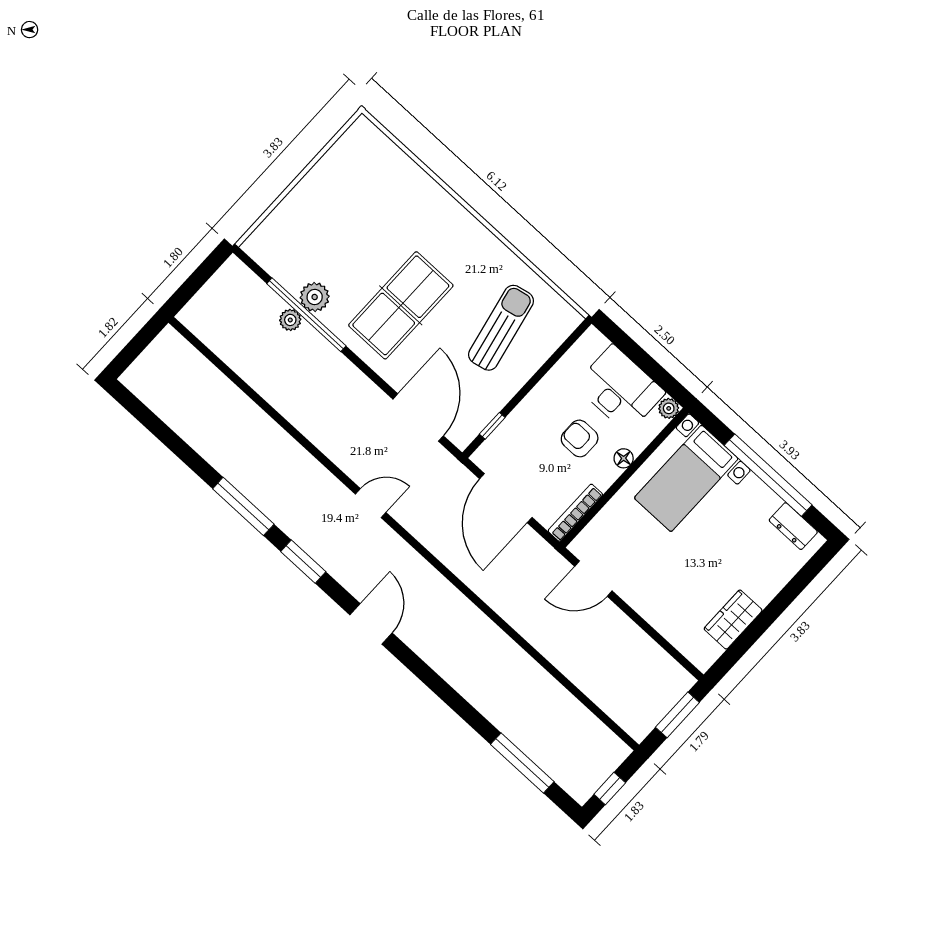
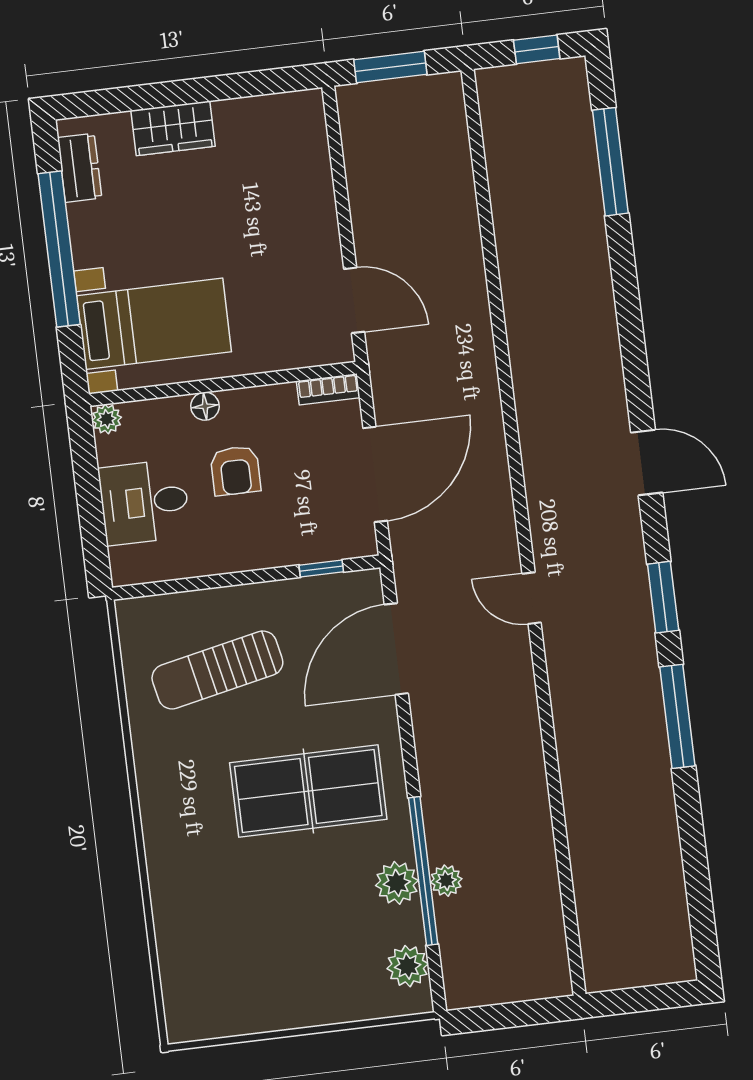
plant: (272, 259) -> (408, 966), added
desk: (620, 389) -> (144, 502), width x0.73
bookcase: (575, 513) -> (328, 389), width x0.64
wardrobe: (733, 620) -> (173, 128), moved
door: (371, 624) -> (647, 463), swing flipped

